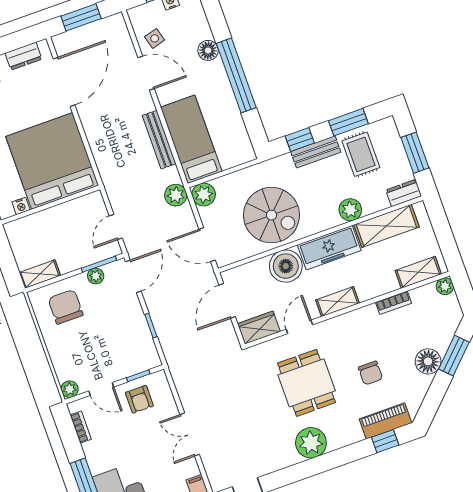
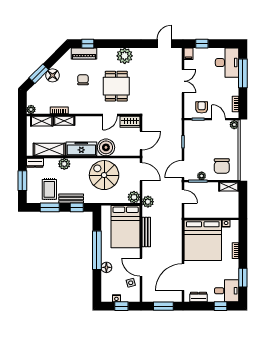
bed: (191, 139) -> (126, 227), width x1.50
door: (116, 227) -> (183, 197), hinge flipped
shelving: (337, 302) -> (64, 121), moved

